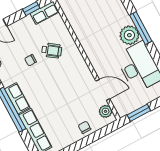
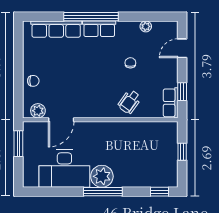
wheelchair: (52, 51) -> (129, 102), moved

